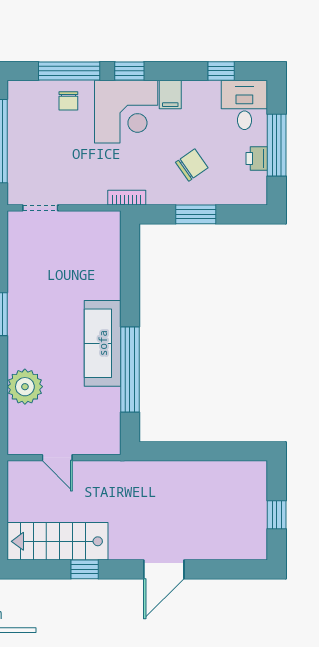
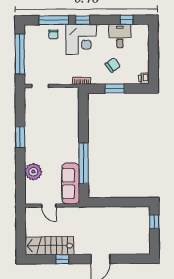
filing cabinet: (170, 95) -> (102, 31), removed
desk: (244, 105) -> (120, 36), moved
window: (277, 145) -> (153, 55), removed
printer: (257, 158) -> (144, 78), moved
sofa: (103, 343) -> (71, 184), moved
window: (277, 515) -> (154, 222), moved

